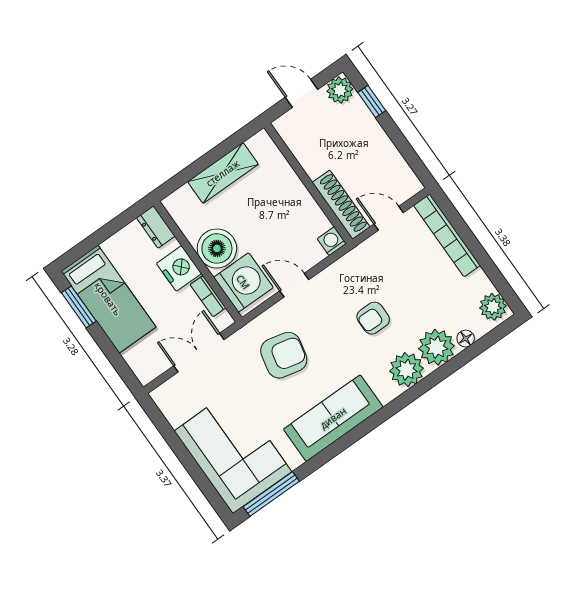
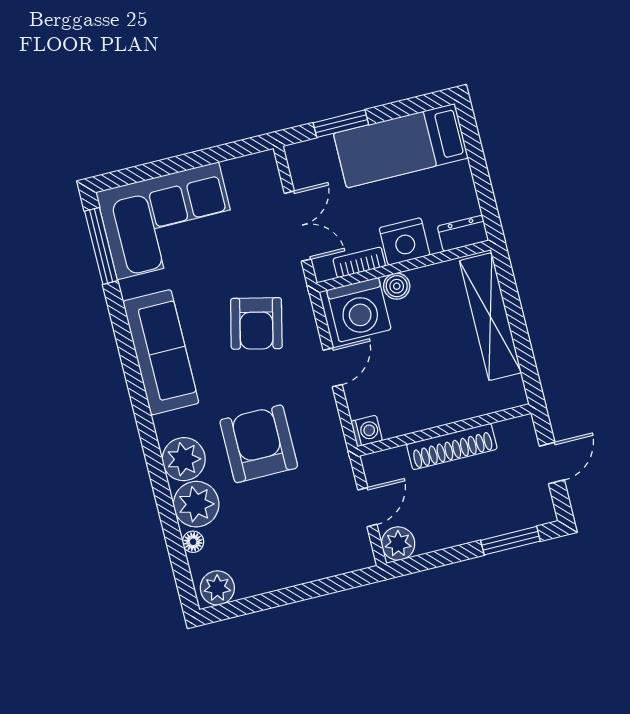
plant: (340, 90) -> (398, 544), moved
window: (372, 101) -> (510, 541), width x1.50
shelving: (223, 173) -> (490, 317), width x1.47
shoe rack: (341, 205) -> (452, 447), moved
bookcase: (447, 235) -> (321, 567), removed
boiler: (217, 248) -> (397, 286), width x0.54, depth x0.54
window: (79, 307) -> (341, 124), moved
armchair: (373, 318) -> (259, 444), width x1.88, depth x1.88

